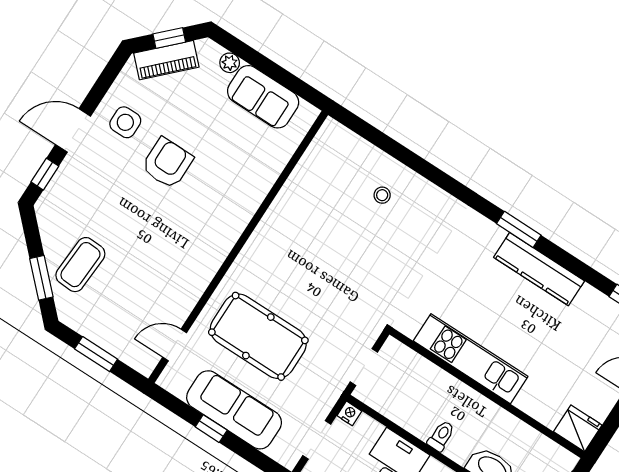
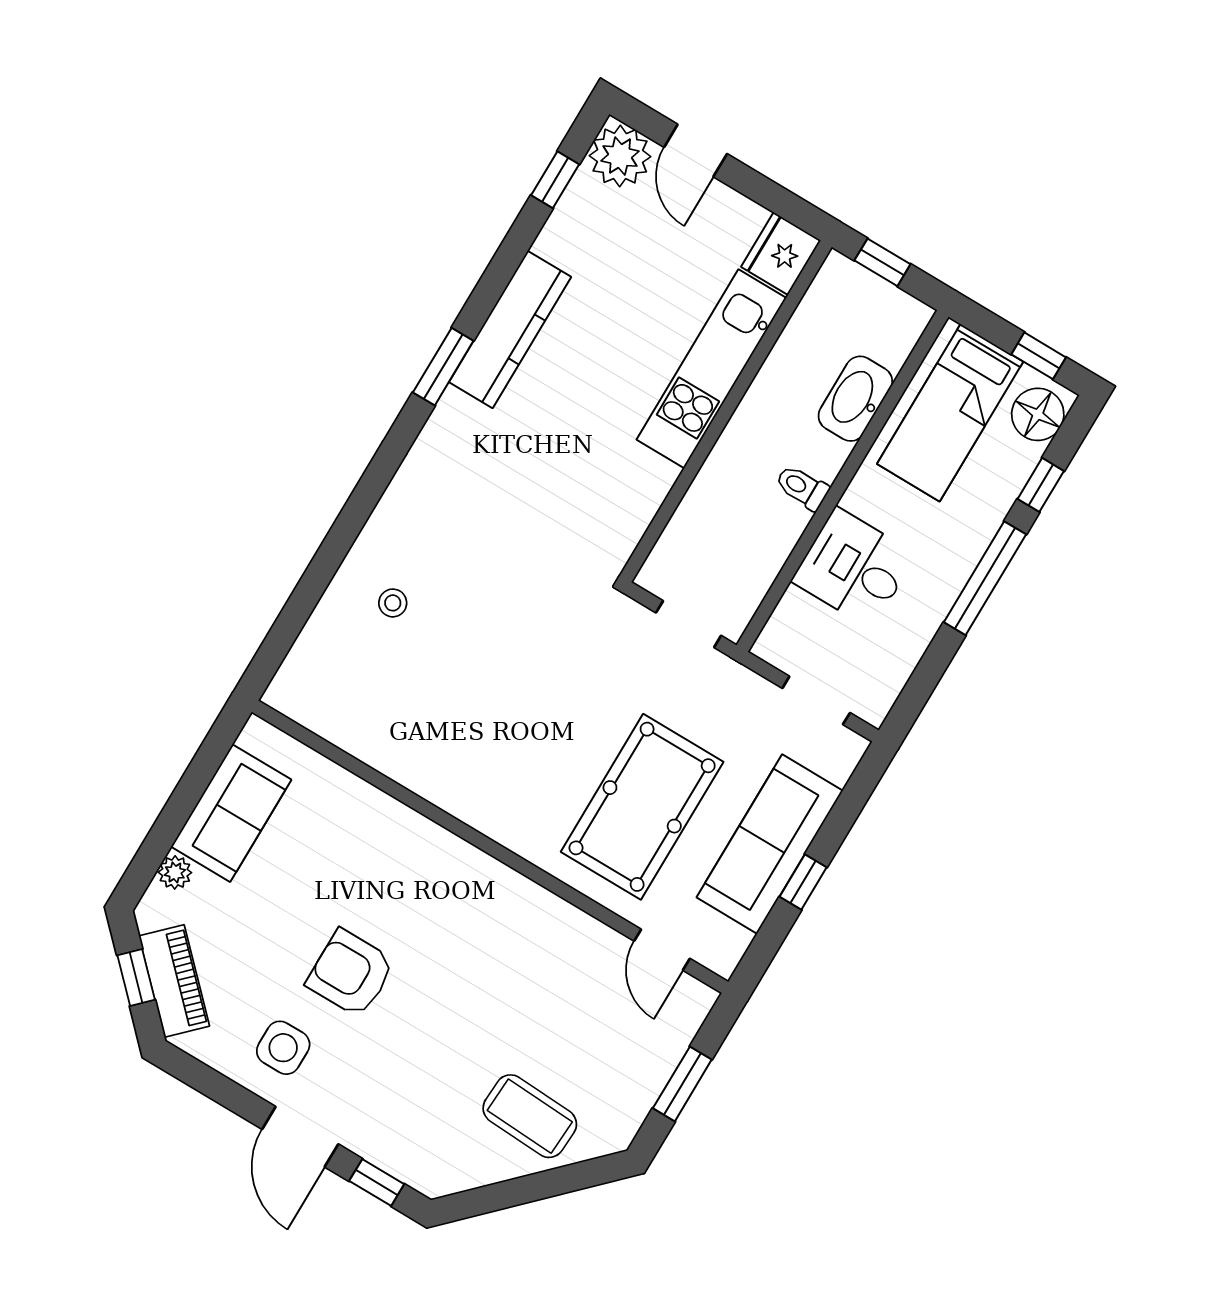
window: (41, 278) -> (555, 1182), removed
kitchen unit: (471, 359) -> (711, 369), moved
nightstand: (349, 413) -> (769, 646), removed

